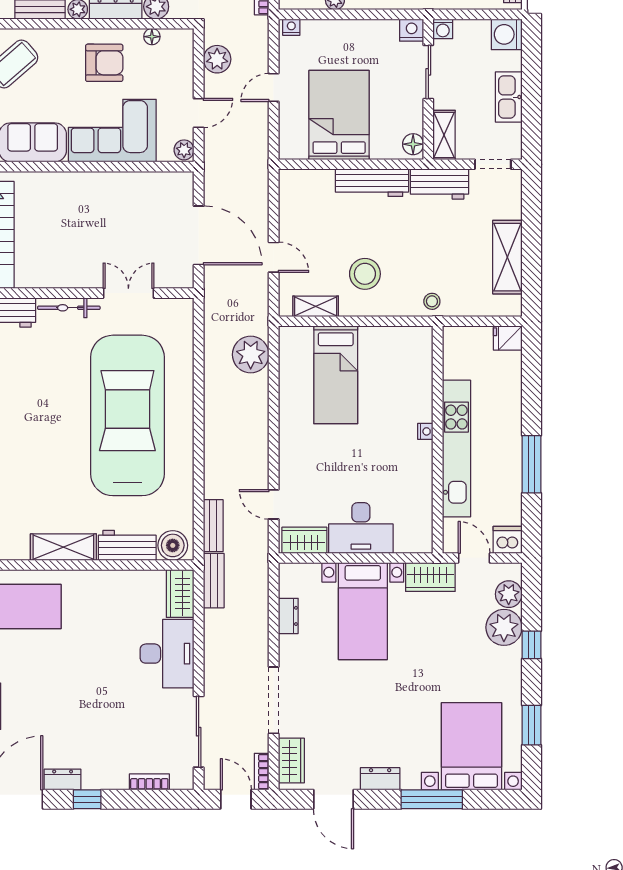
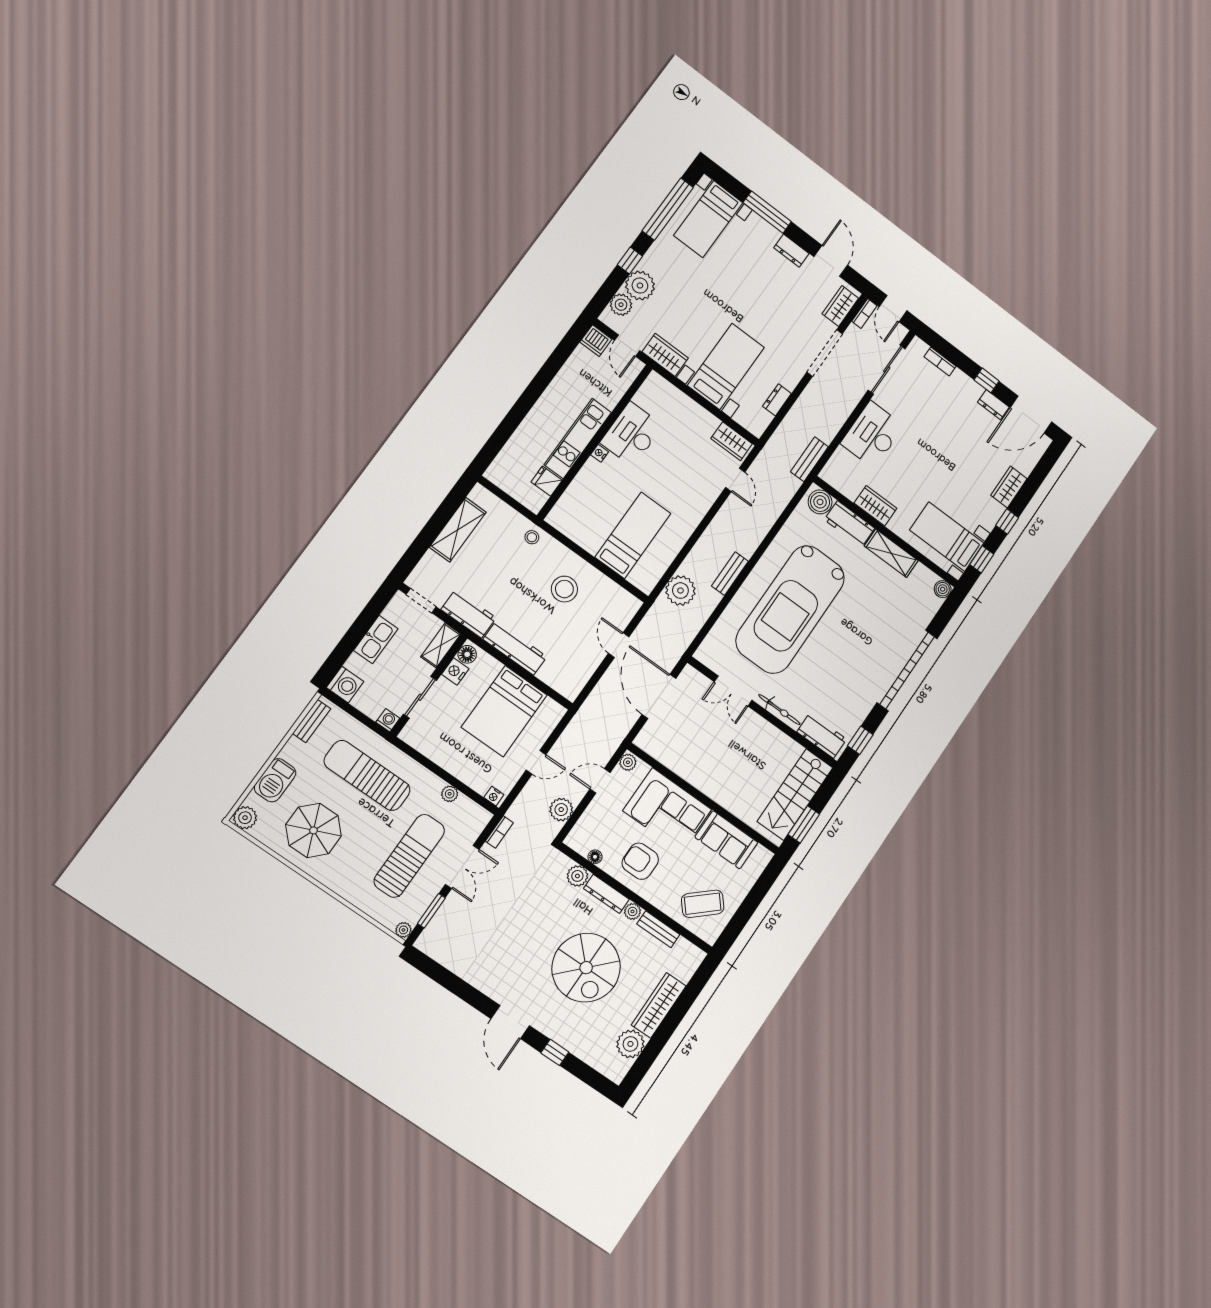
nightstand: (412, 30) -> (455, 672), moved, turned 90
shelving: (316, 306) -> (614, 591), removed
fridge: (508, 338) -> (547, 481), moved, turned 180
kitchen unit: (456, 449) -> (578, 438), width x0.73
window: (531, 464) -> (543, 378), removed
bench: (213, 526) -> (730, 574), moved
desk: (361, 528) -> (632, 434), moved, turned -90
wardrobe: (180, 594) -> (875, 506), moved, turned -90
window: (531, 725) -> (668, 209), width x2.11
bed with nightstands: (471, 746) -> (708, 219), width x0.73

